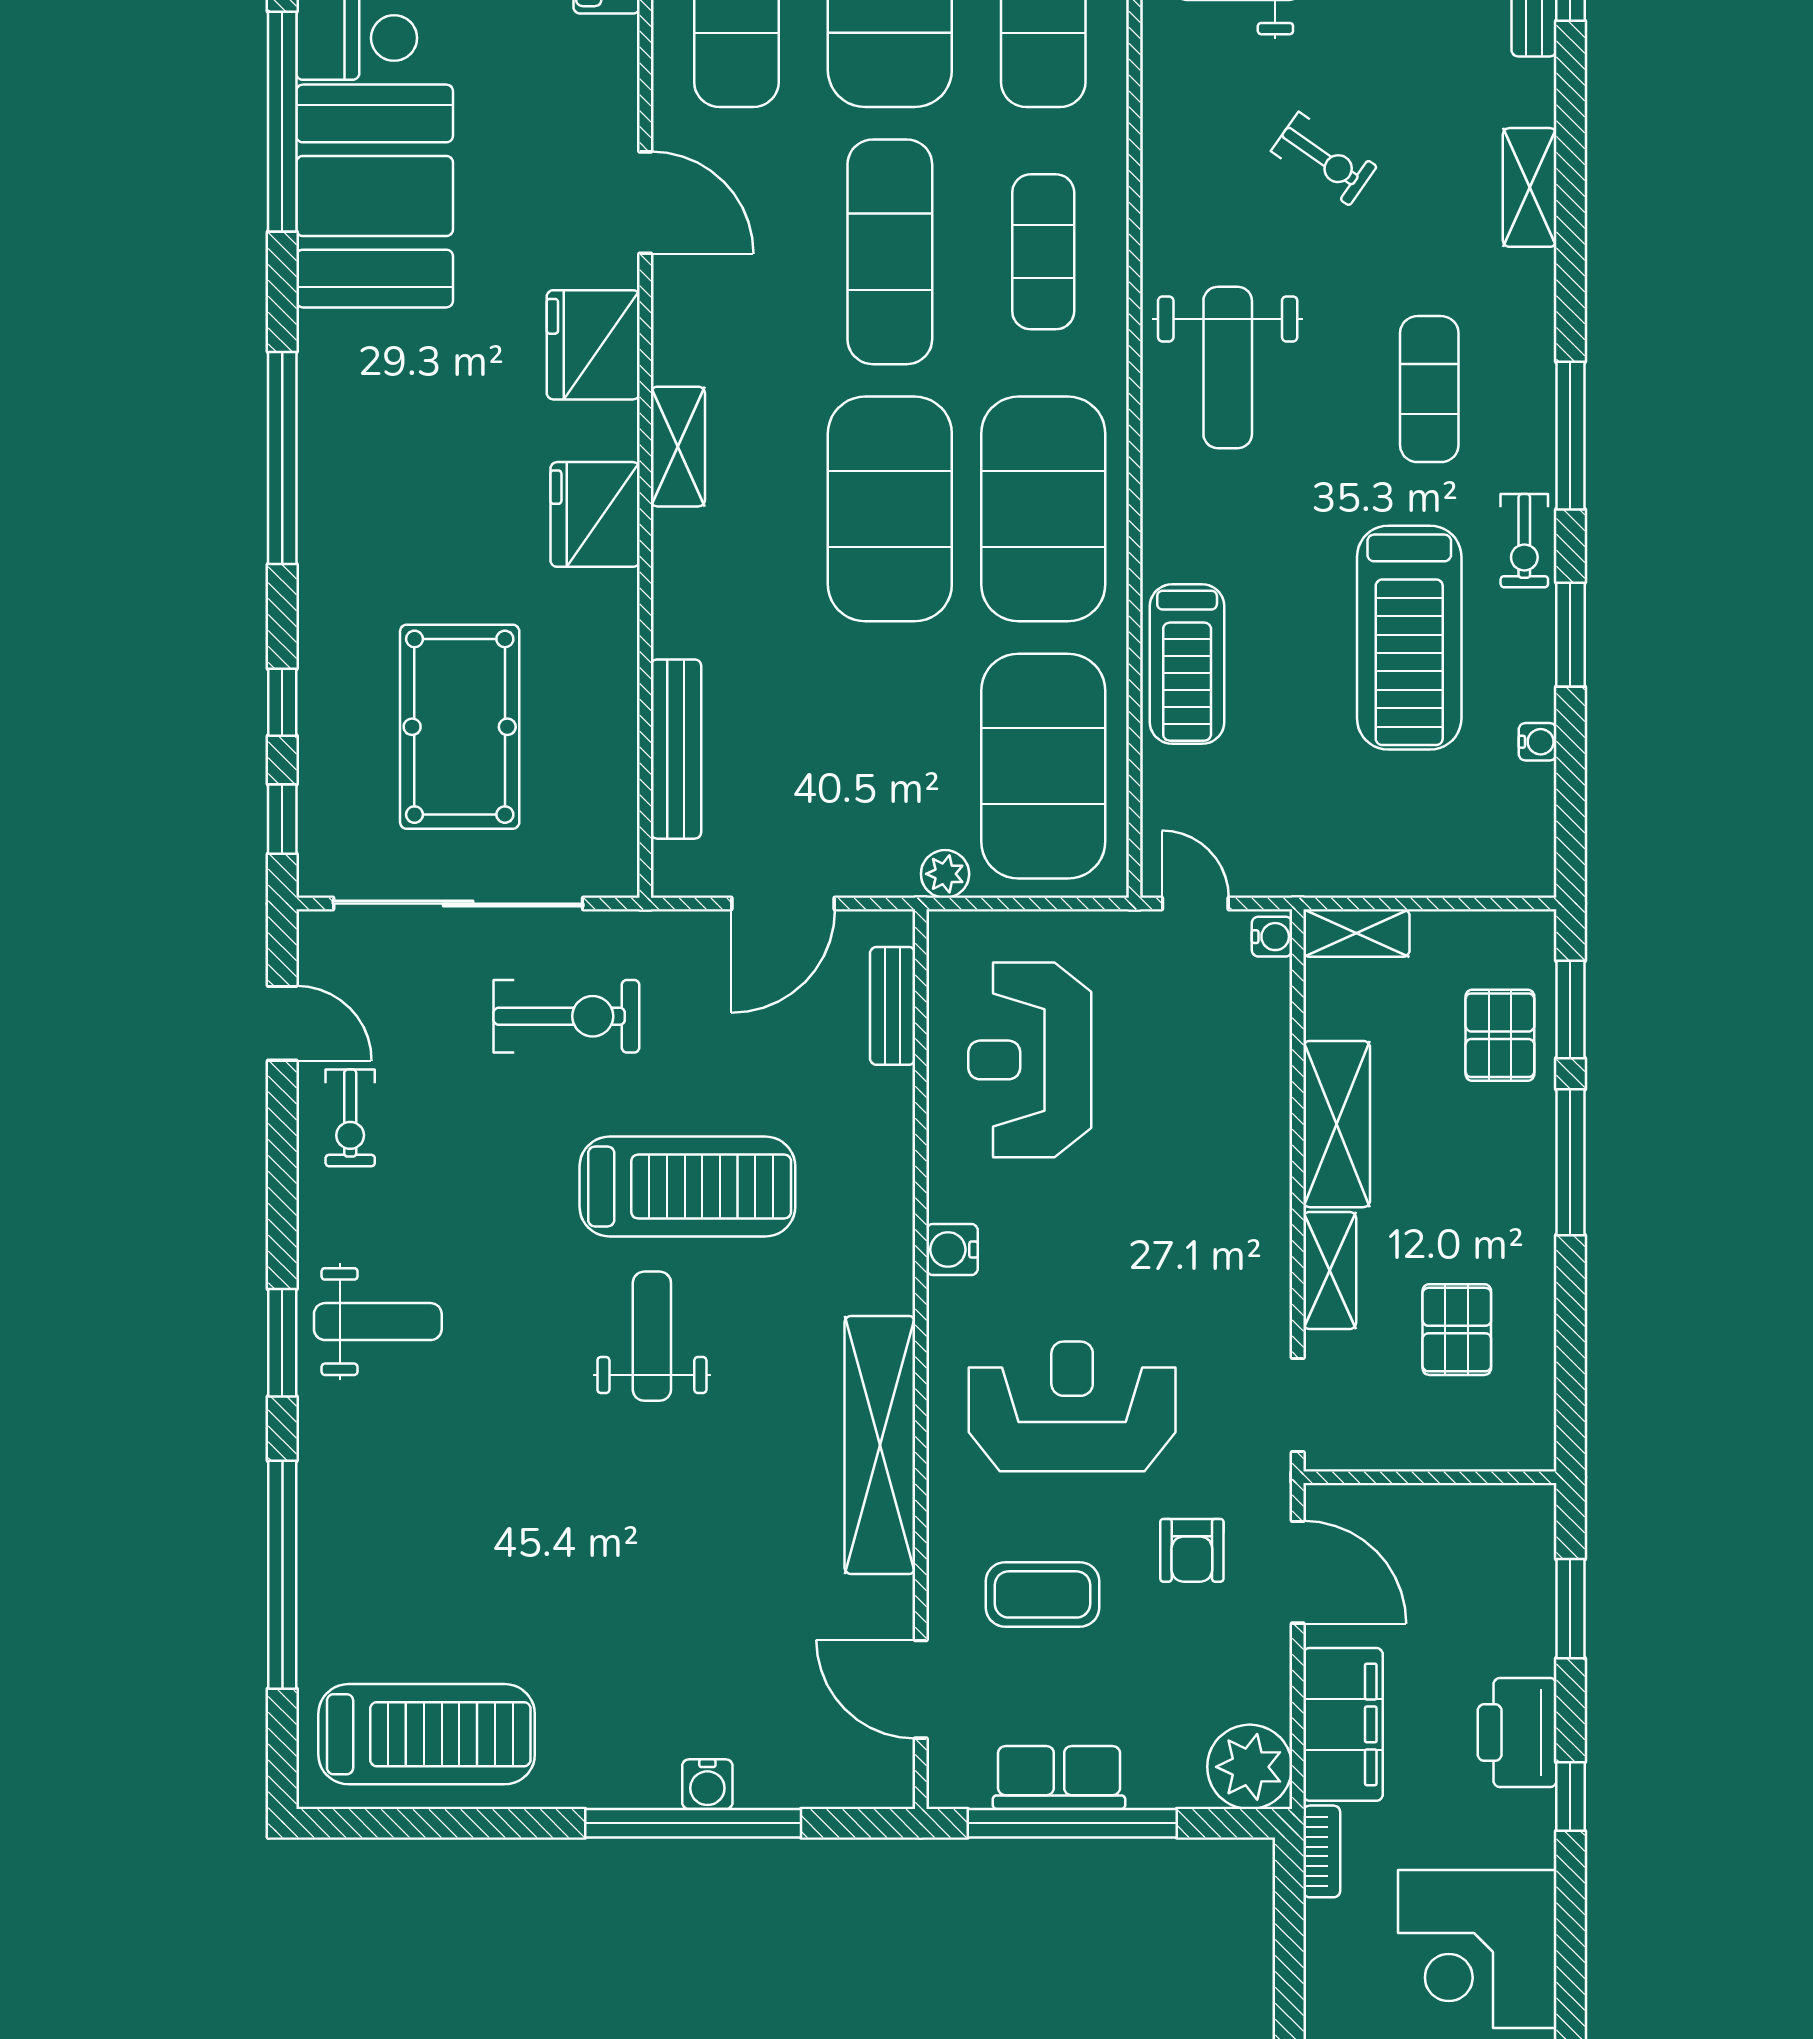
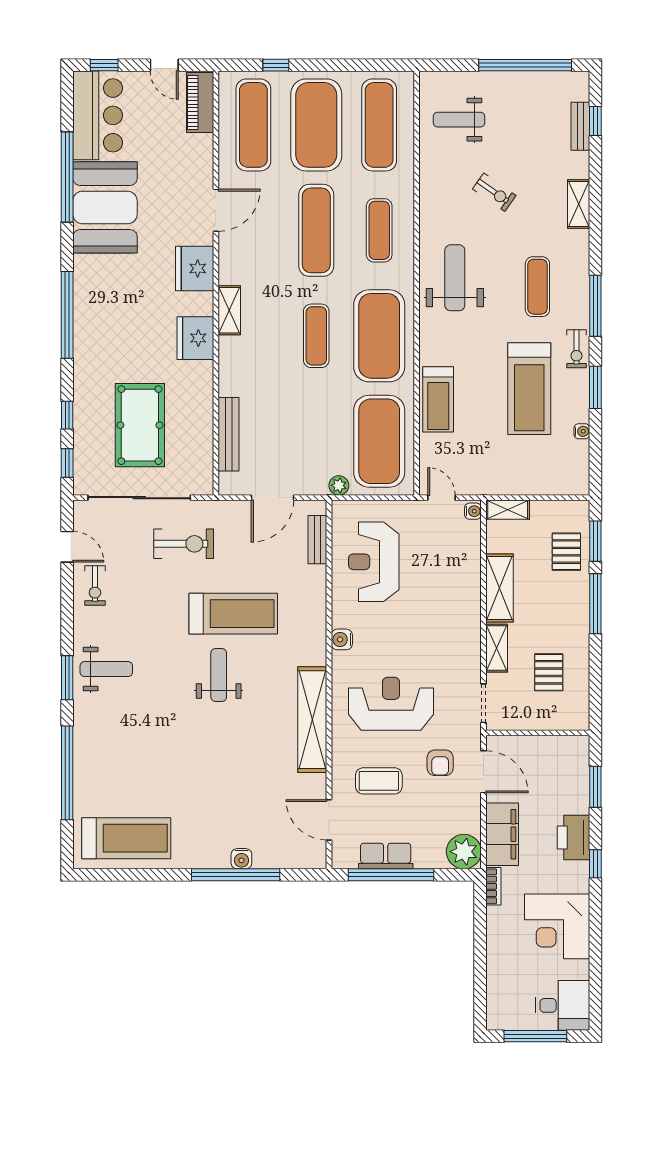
door: (645, 203) -> (216, 210), hinge flipped
weight bench: (1228, 367) -> (455, 278), turned 180
exercise mat: (890, 509) -> (316, 336), width x0.50, depth x0.69

